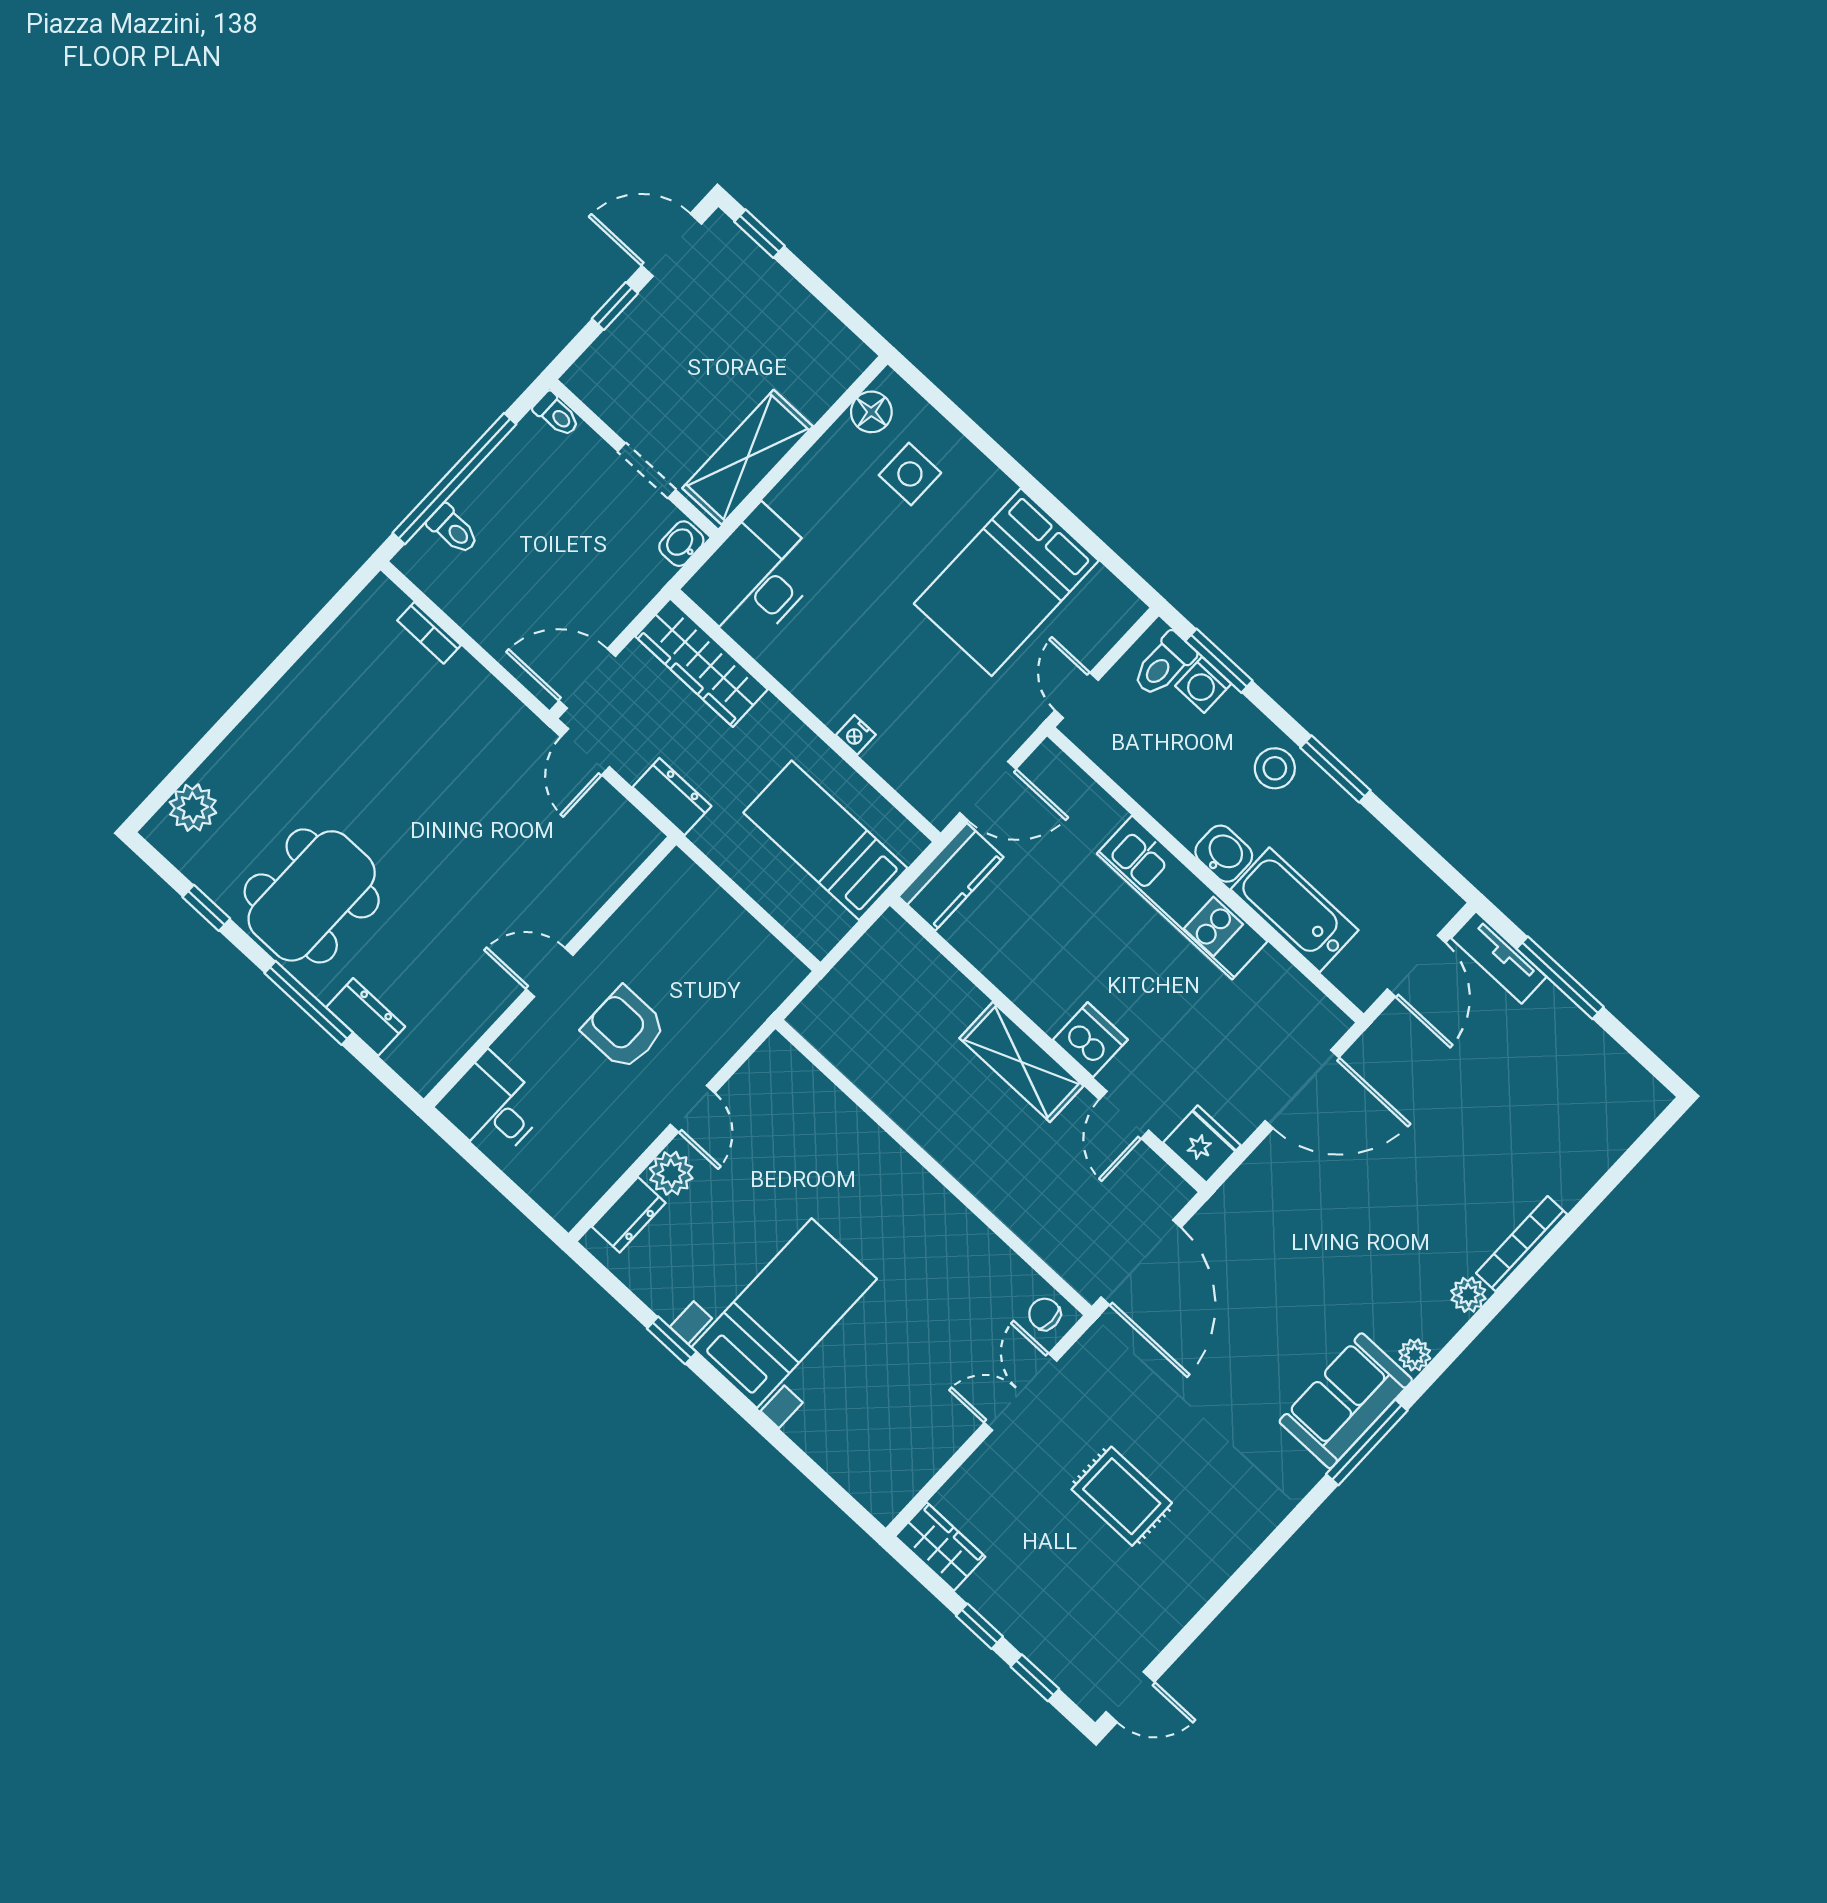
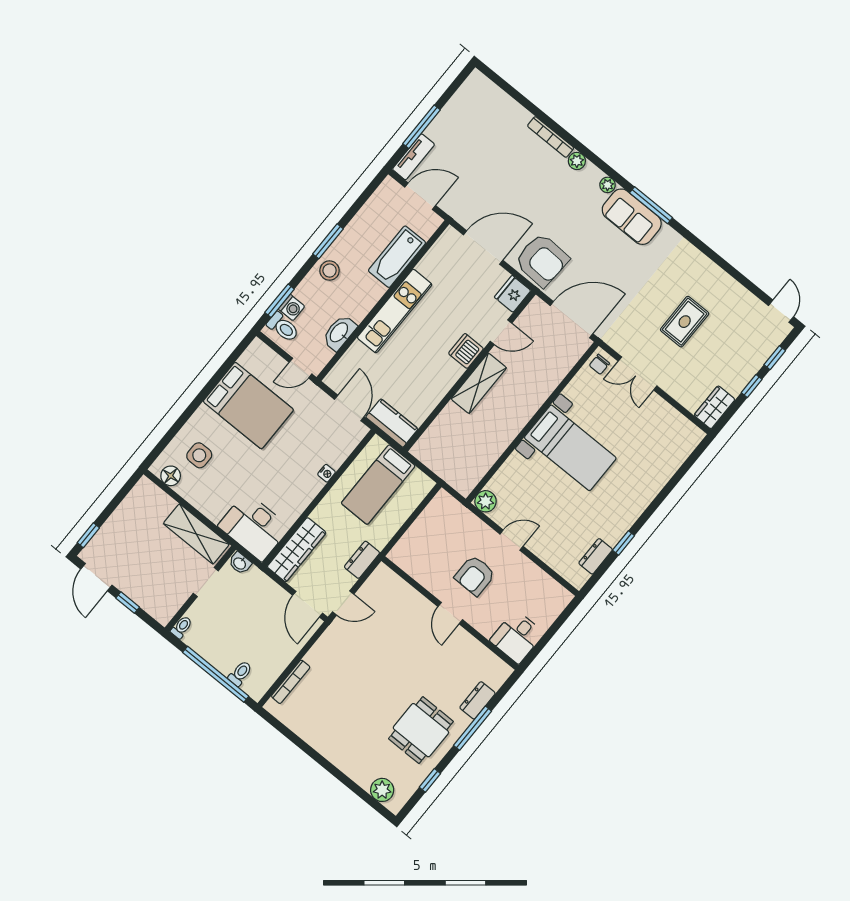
bookcase: (429, 633) -> (291, 682), width x1.56
washbasin: (1224, 854) -> (339, 333), moved, width x1.38
dining table: (312, 896) -> (421, 730), width x0.73
door: (1302, 1089) -> (483, 247), hinge flipped
plant: (671, 1173) -> (486, 501), moved
armchair: (1268, 1209) -> (542, 260), added
dresser: (629, 1215) -> (596, 556), moved, turned -90
bed with nightstands: (784, 1313) -> (570, 448), moved, turned 180

